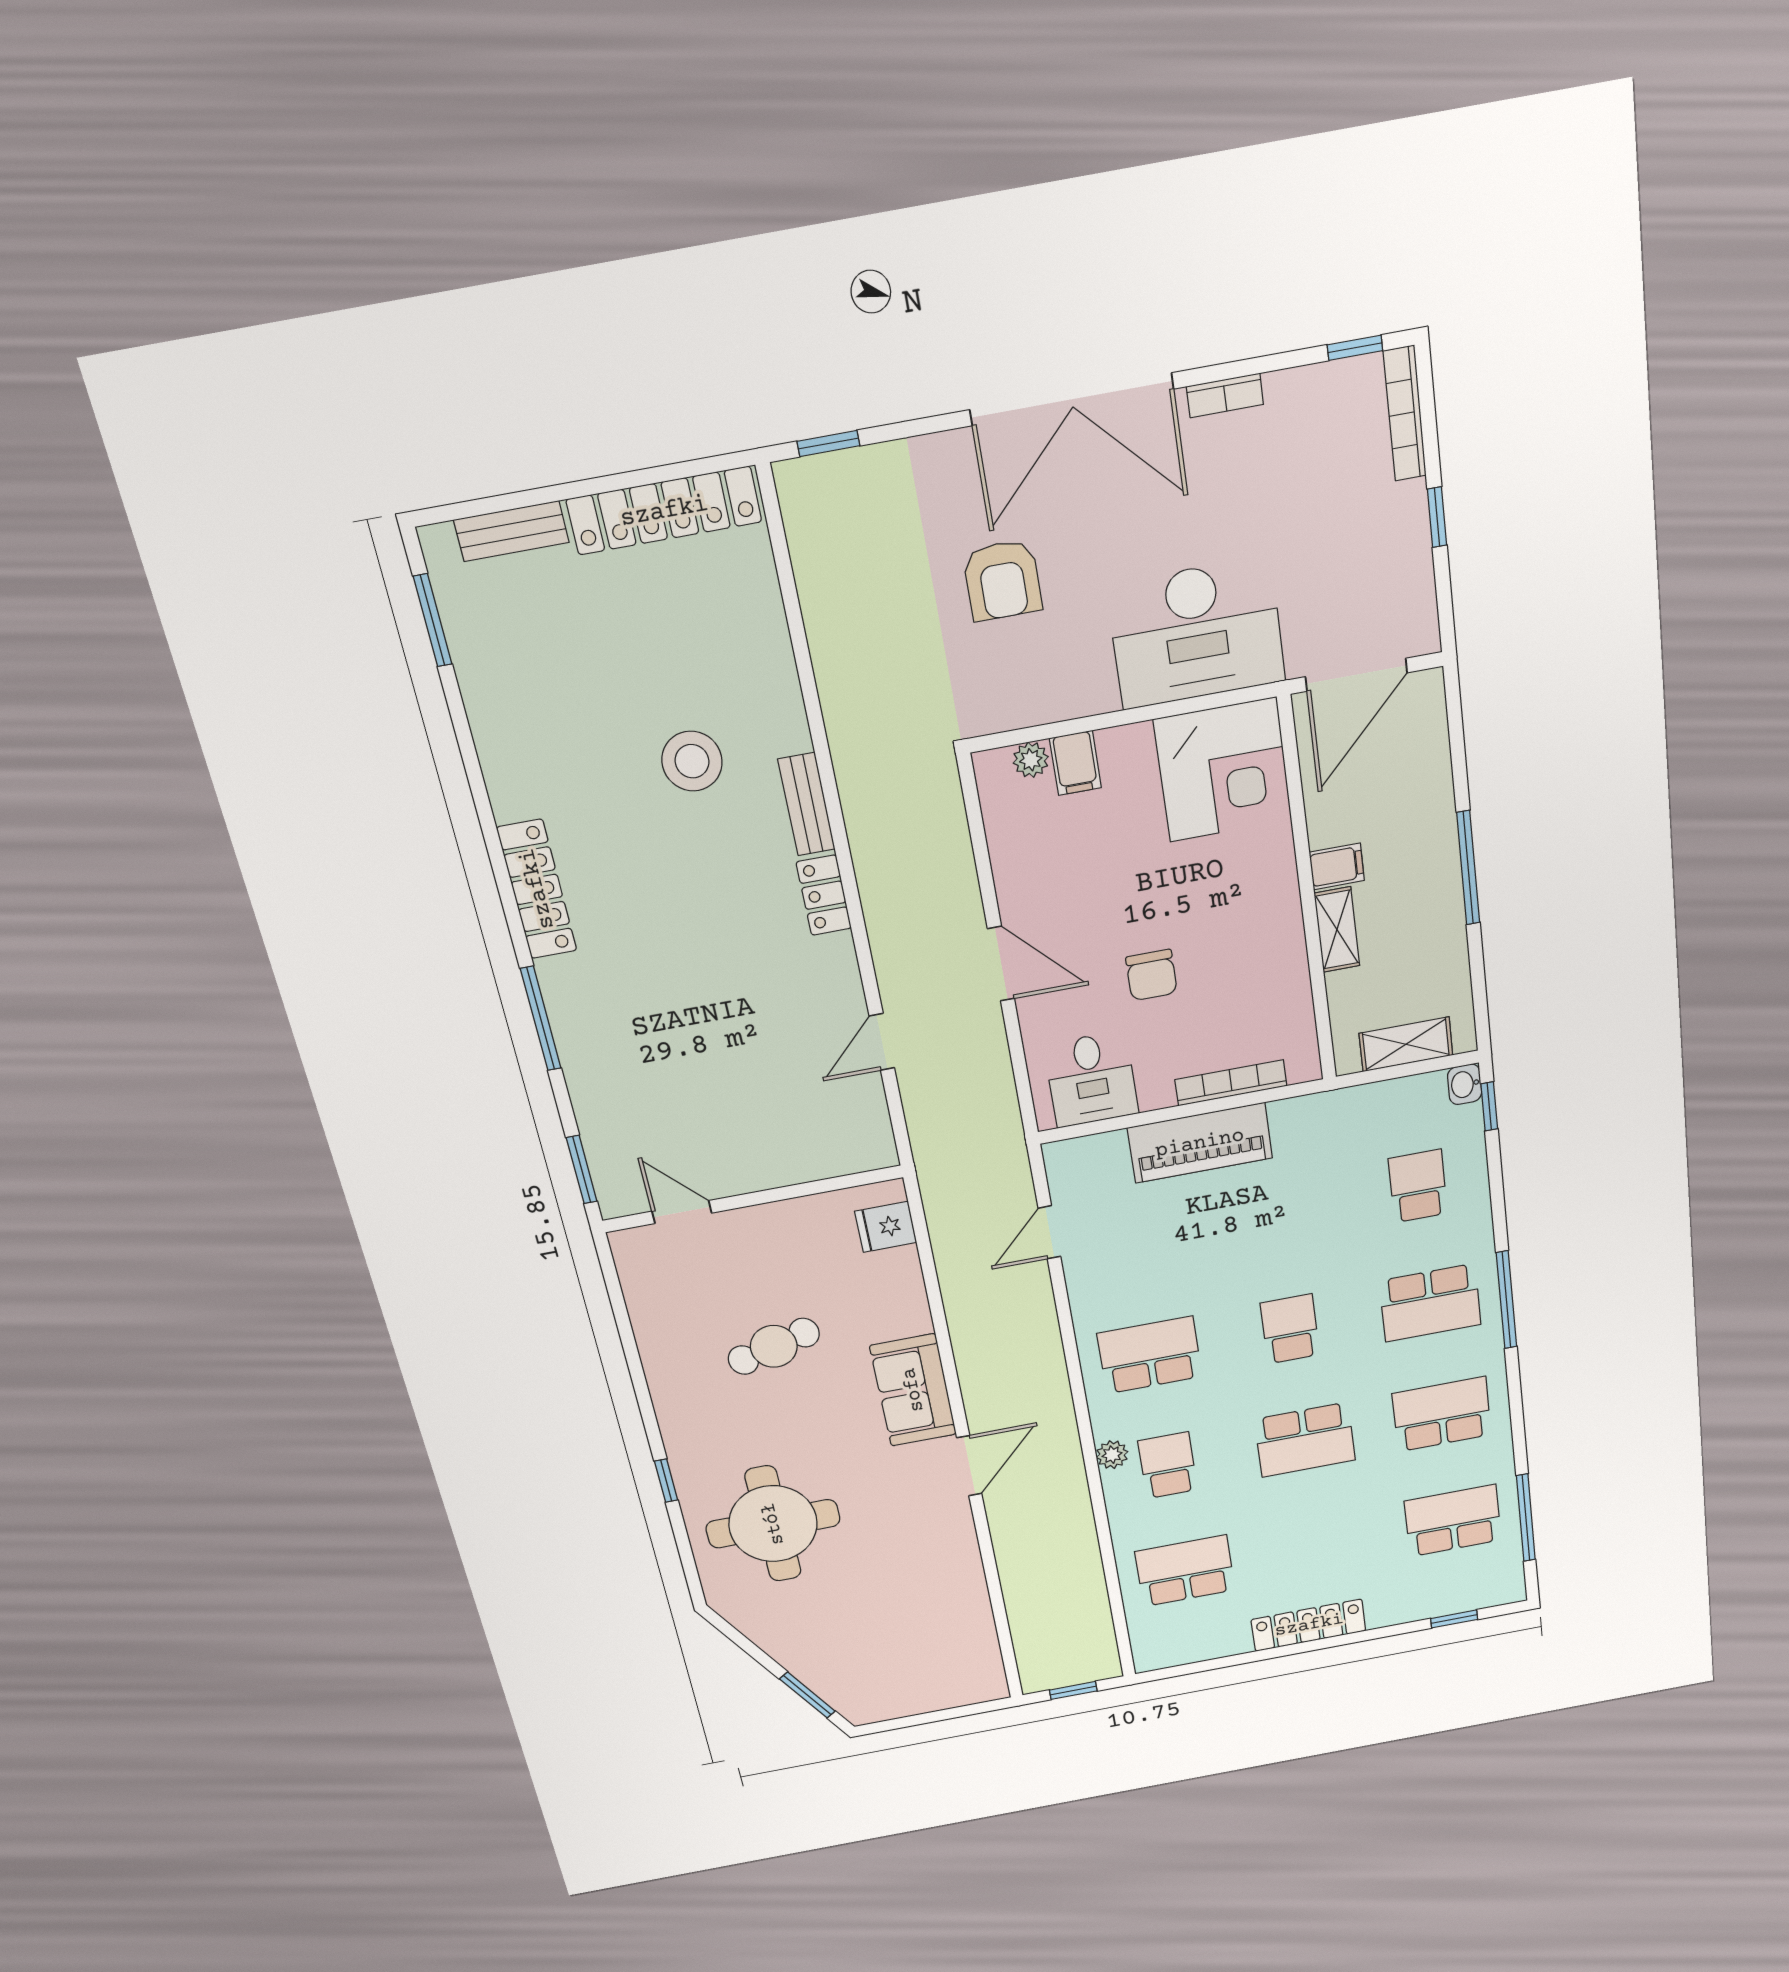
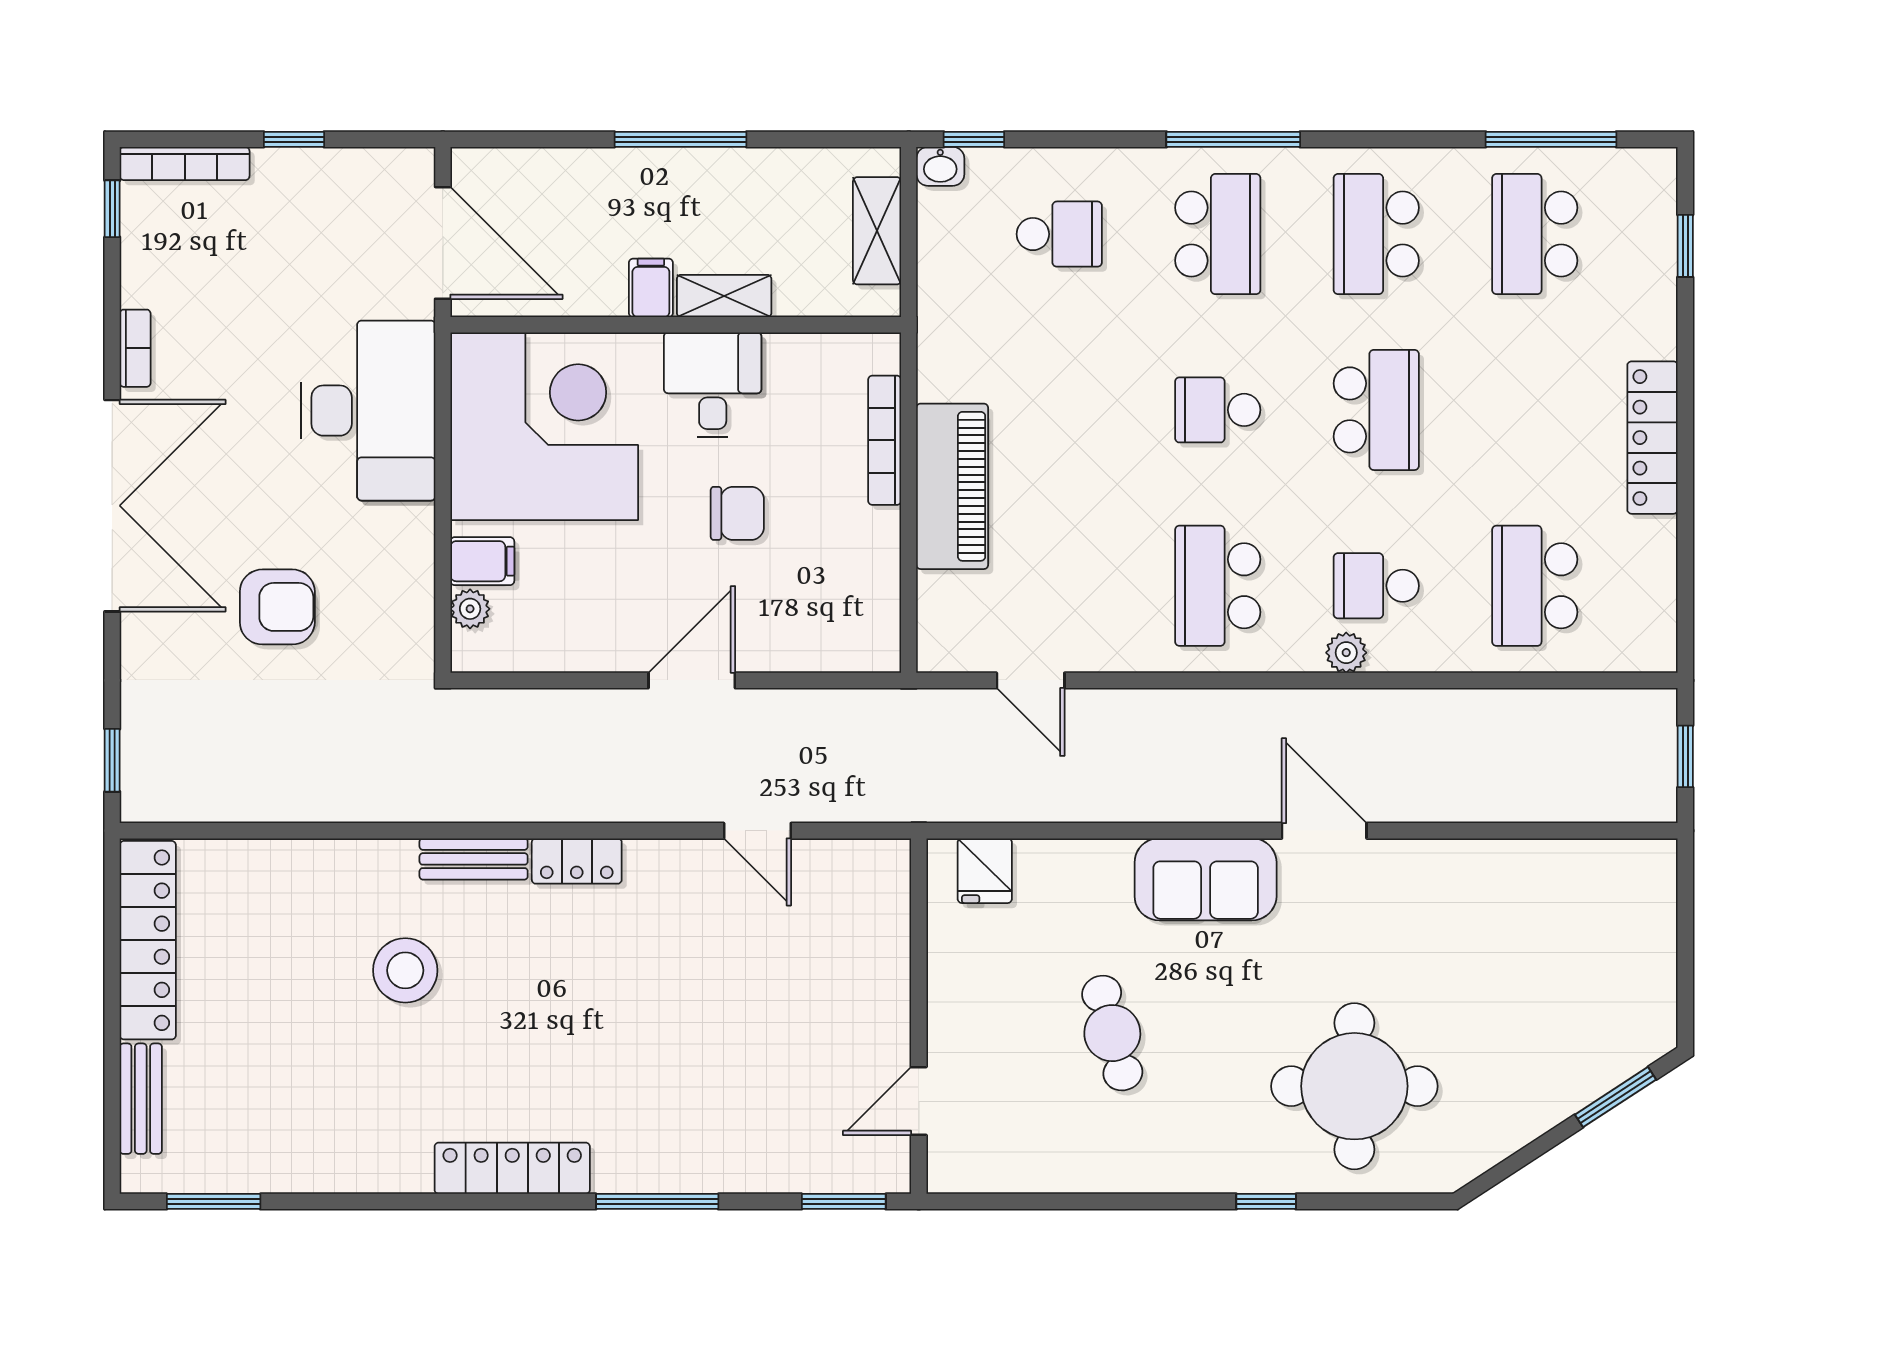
corner desk: (1223, 770) -> (544, 426), width x1.36, depth x1.36
desk: (1091, 1079) -> (713, 385), moved, turned -90
school desk: (1418, 1186) -> (1059, 234), turned 180

